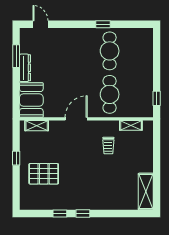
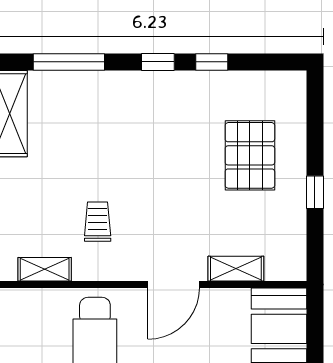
shelving: (37, 126) -> (236, 269), moved
pallet: (44, 174) -> (250, 155), turned 90
window: (121, 213) -> (69, 62), added

